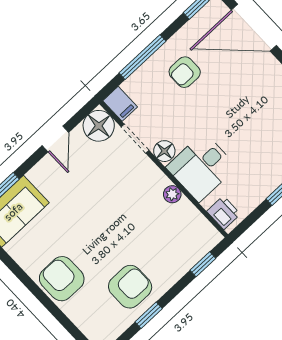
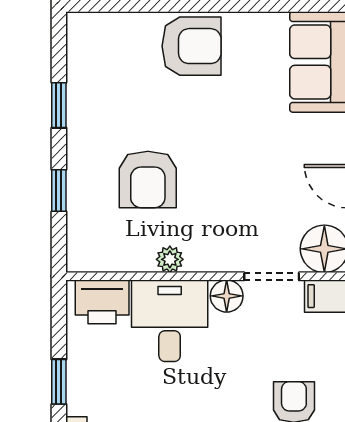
printer: (224, 213) -> (102, 302), width x1.36, depth x1.24
window: (203, 264) -> (59, 191), moved
armchair: (130, 287) -> (148, 179), moved

